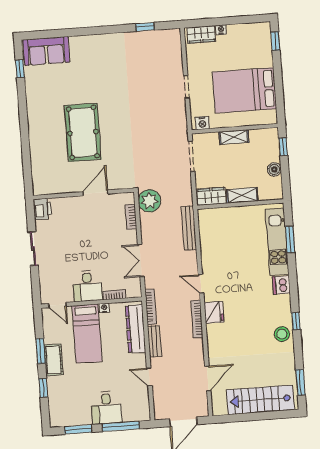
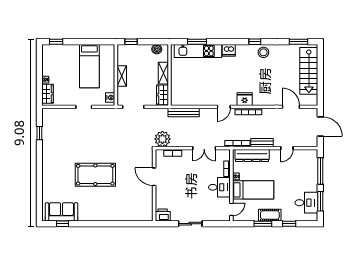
sofa: (46, 51) -> (62, 212), moved, turned -90
bed: (245, 90) -> (89, 66), width x0.67
pool table: (83, 132) -> (95, 175), moved
boiler: (274, 169) -> (157, 49), moved
desk: (107, 408) -> (306, 203), moved

